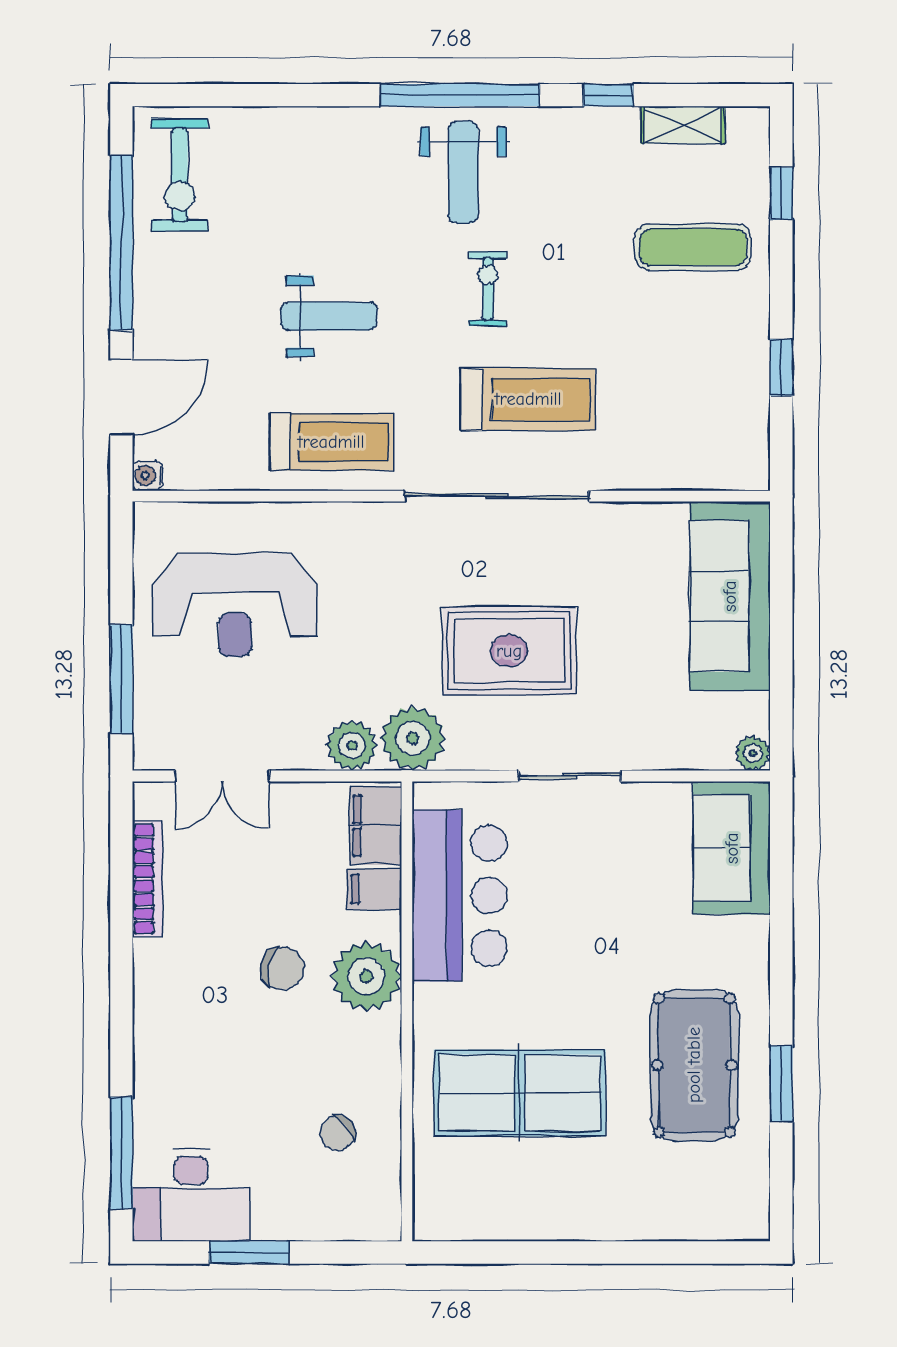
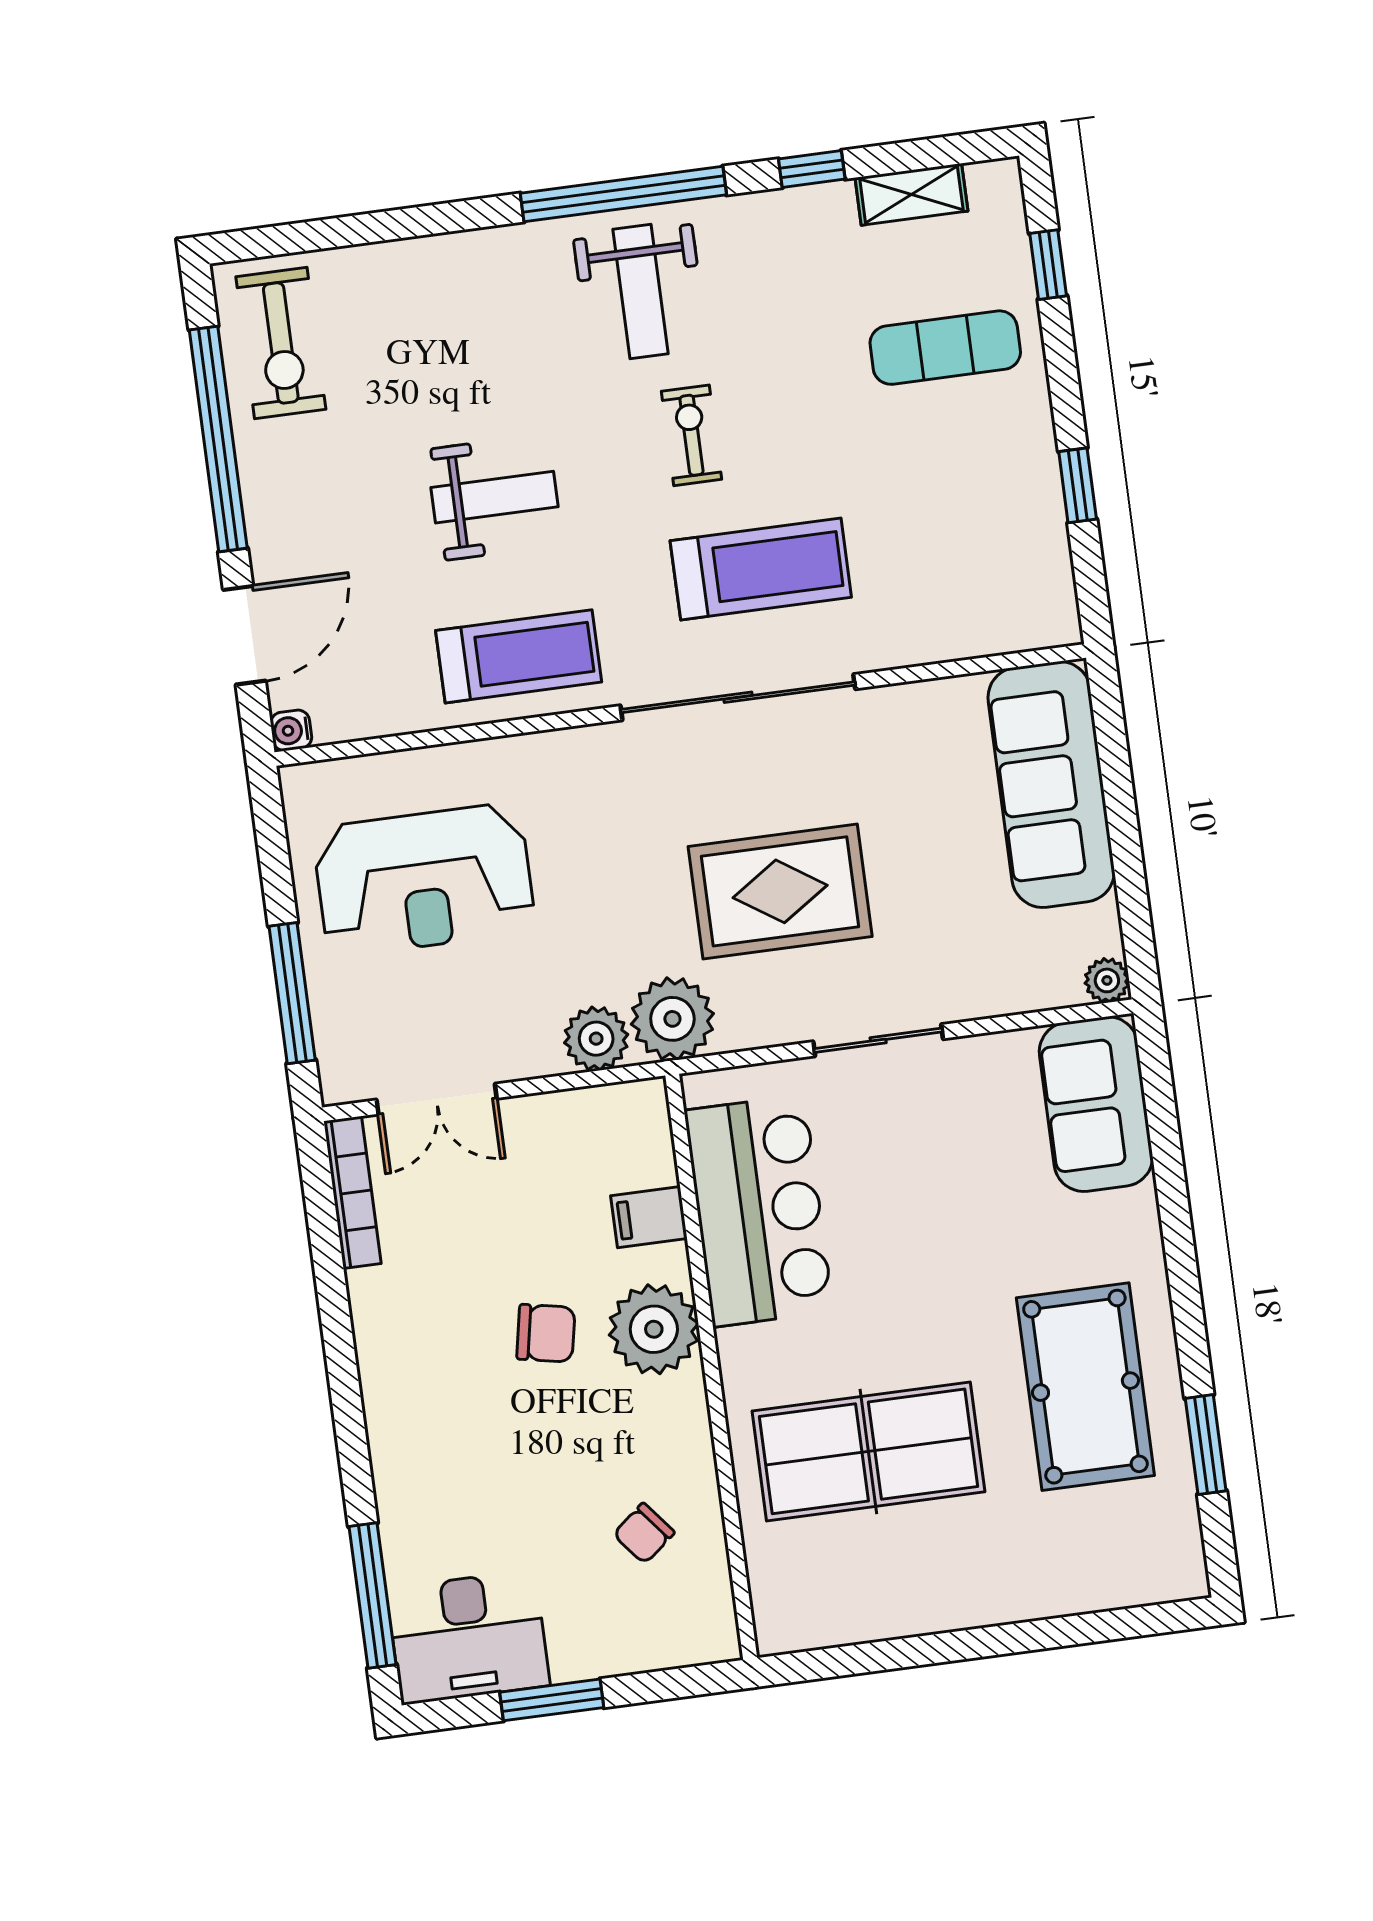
filing cabinet: (376, 826) -> (640, 1137), removed
bookcase: (147, 879) -> (352, 1192), moved
window: (781, 1084) -> (1206, 1445), moved

